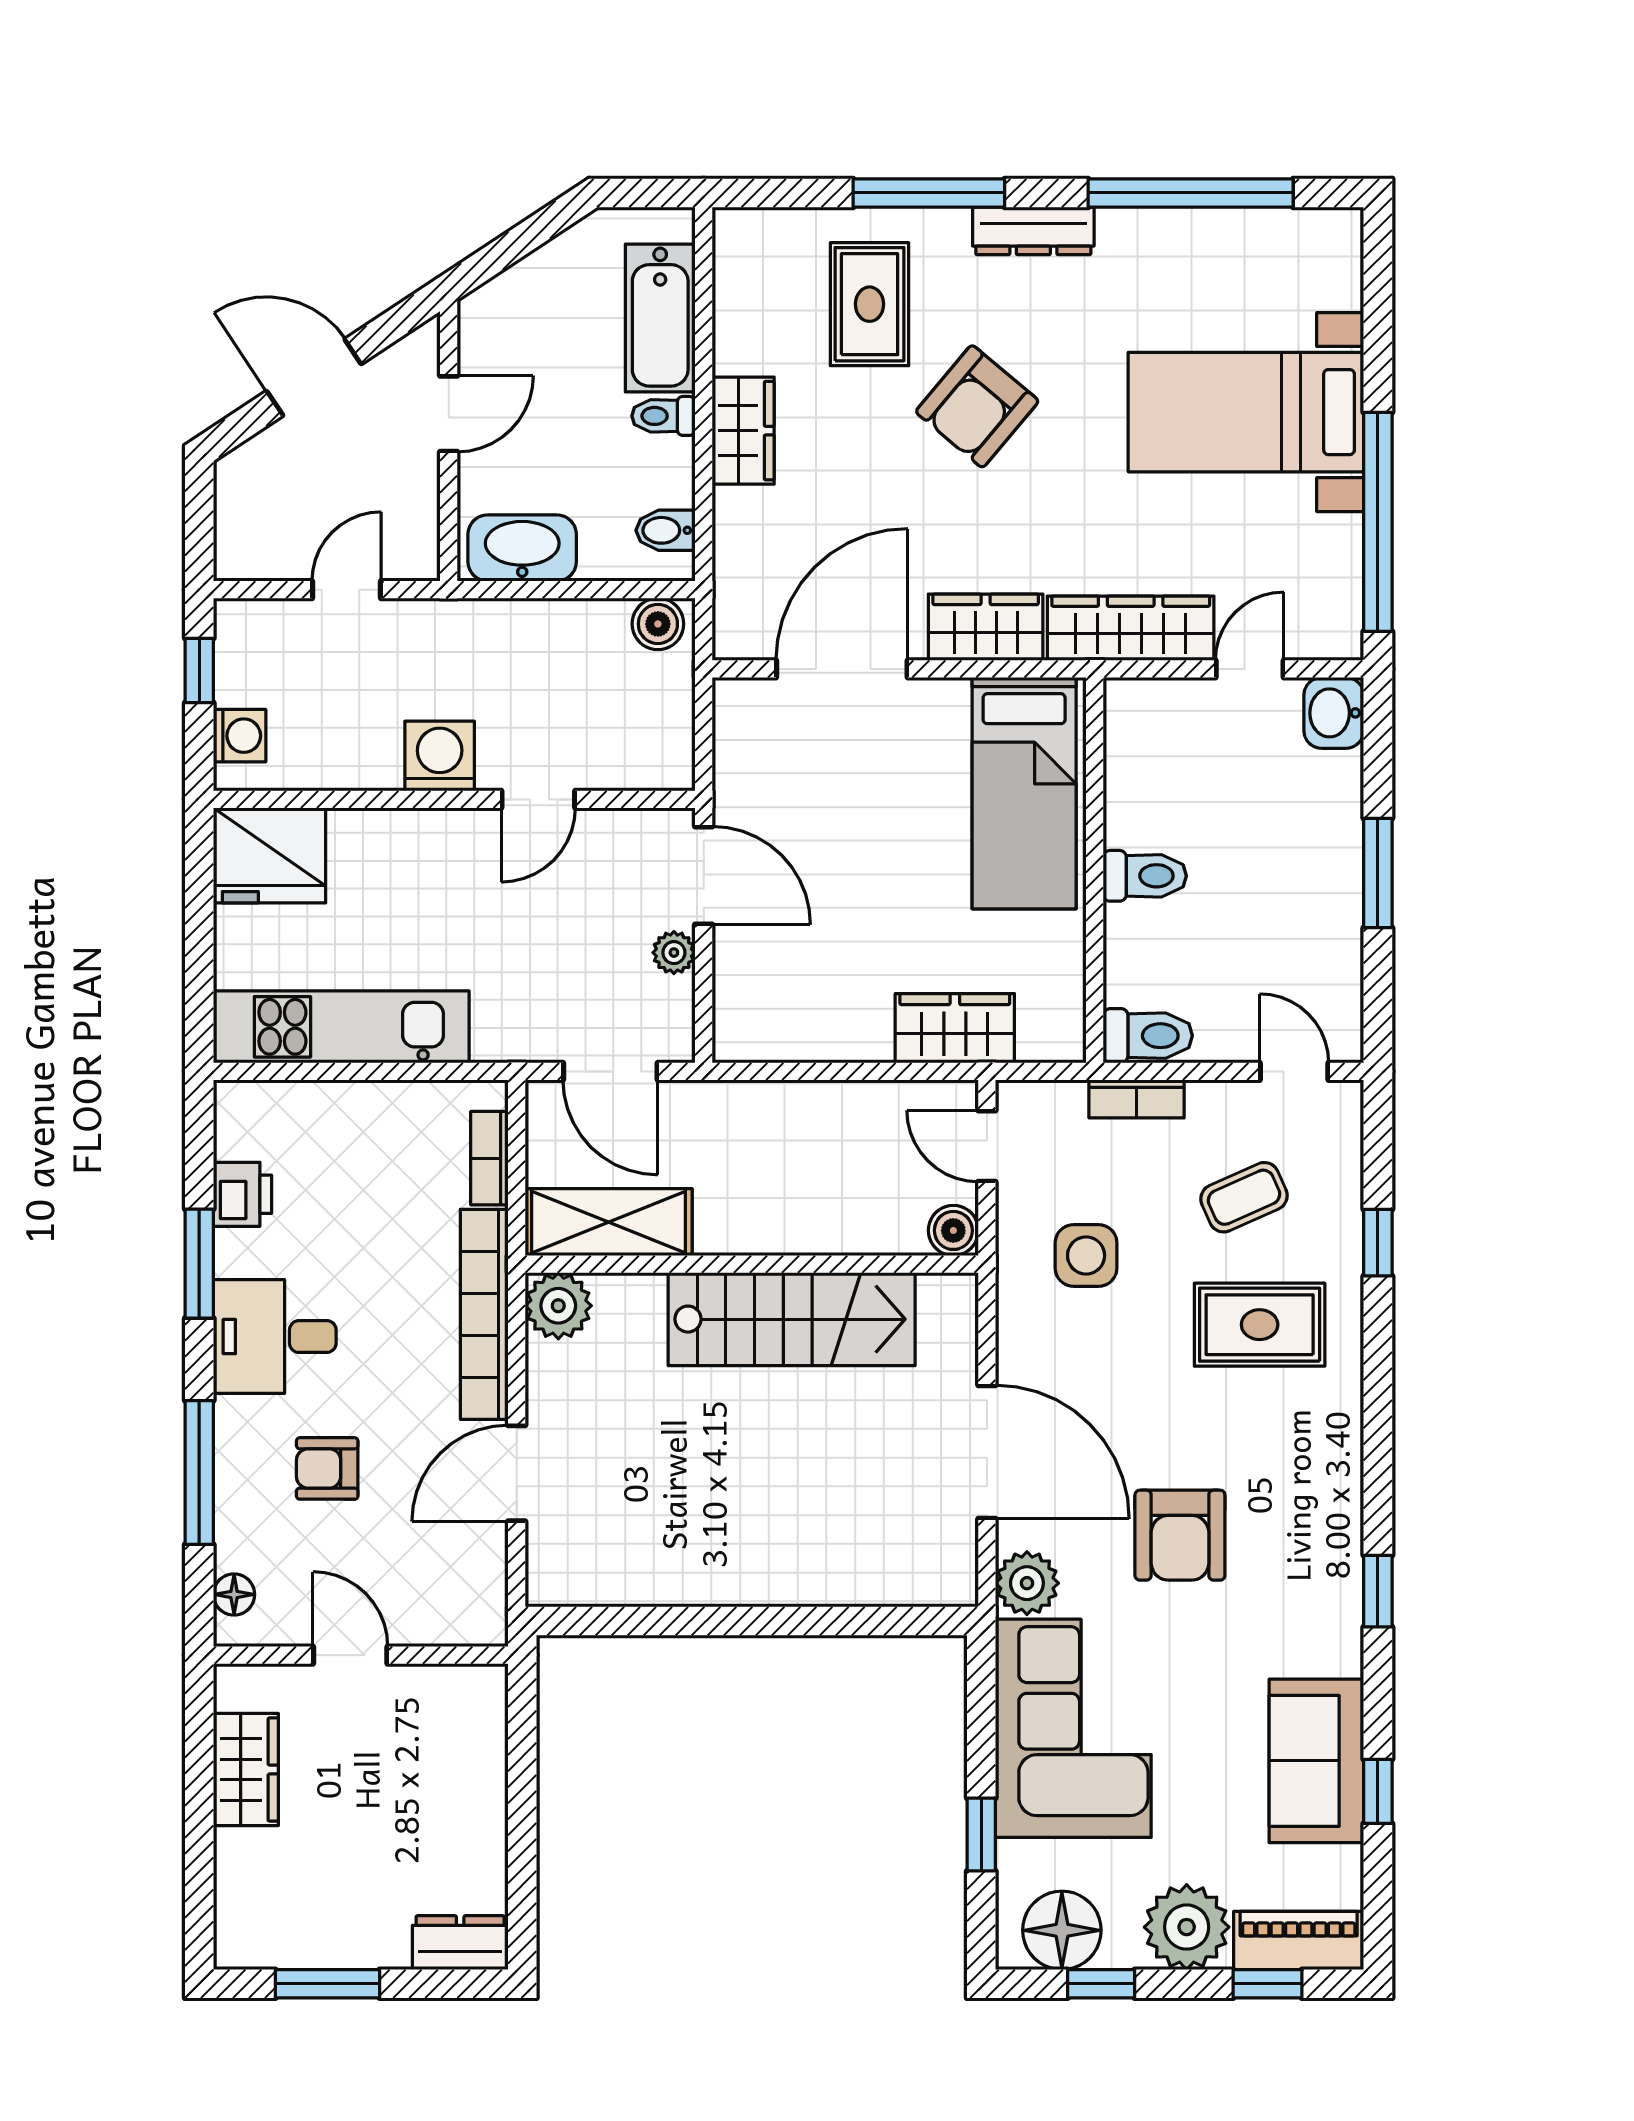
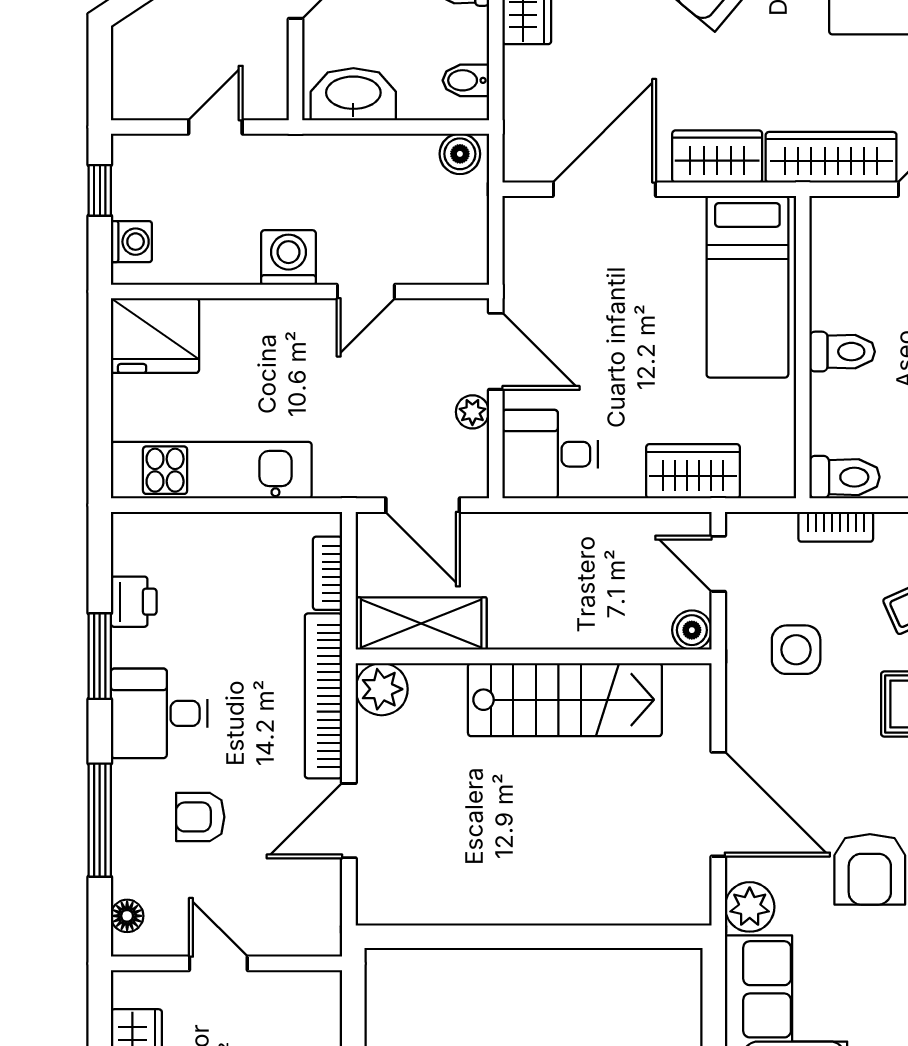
desk: (773, 1006) -> (550, 454), added

